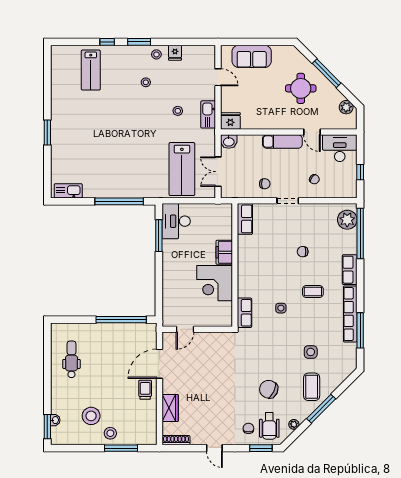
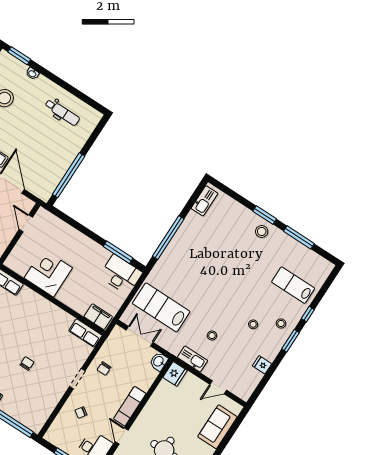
stool: (156, 54) -> (281, 323), moved
window: (47, 91) -> (299, 237), added
stool: (63, 126) -> (262, 231), added
door: (312, 132) -> (122, 436), hinge flipped
plant: (347, 220) -> (29, 418), removed
filing cabinet: (224, 252) -> (98, 317), moved
washbasin: (55, 420) -> (32, 74), moved

